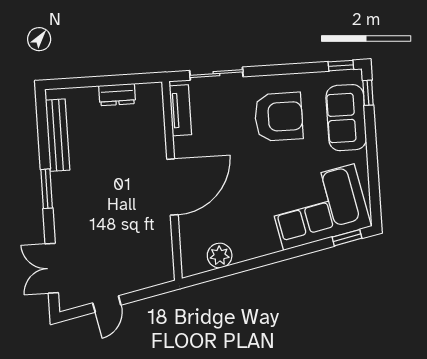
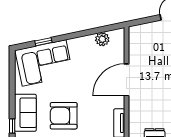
window: (347, 238) -> (43, 42), moved

